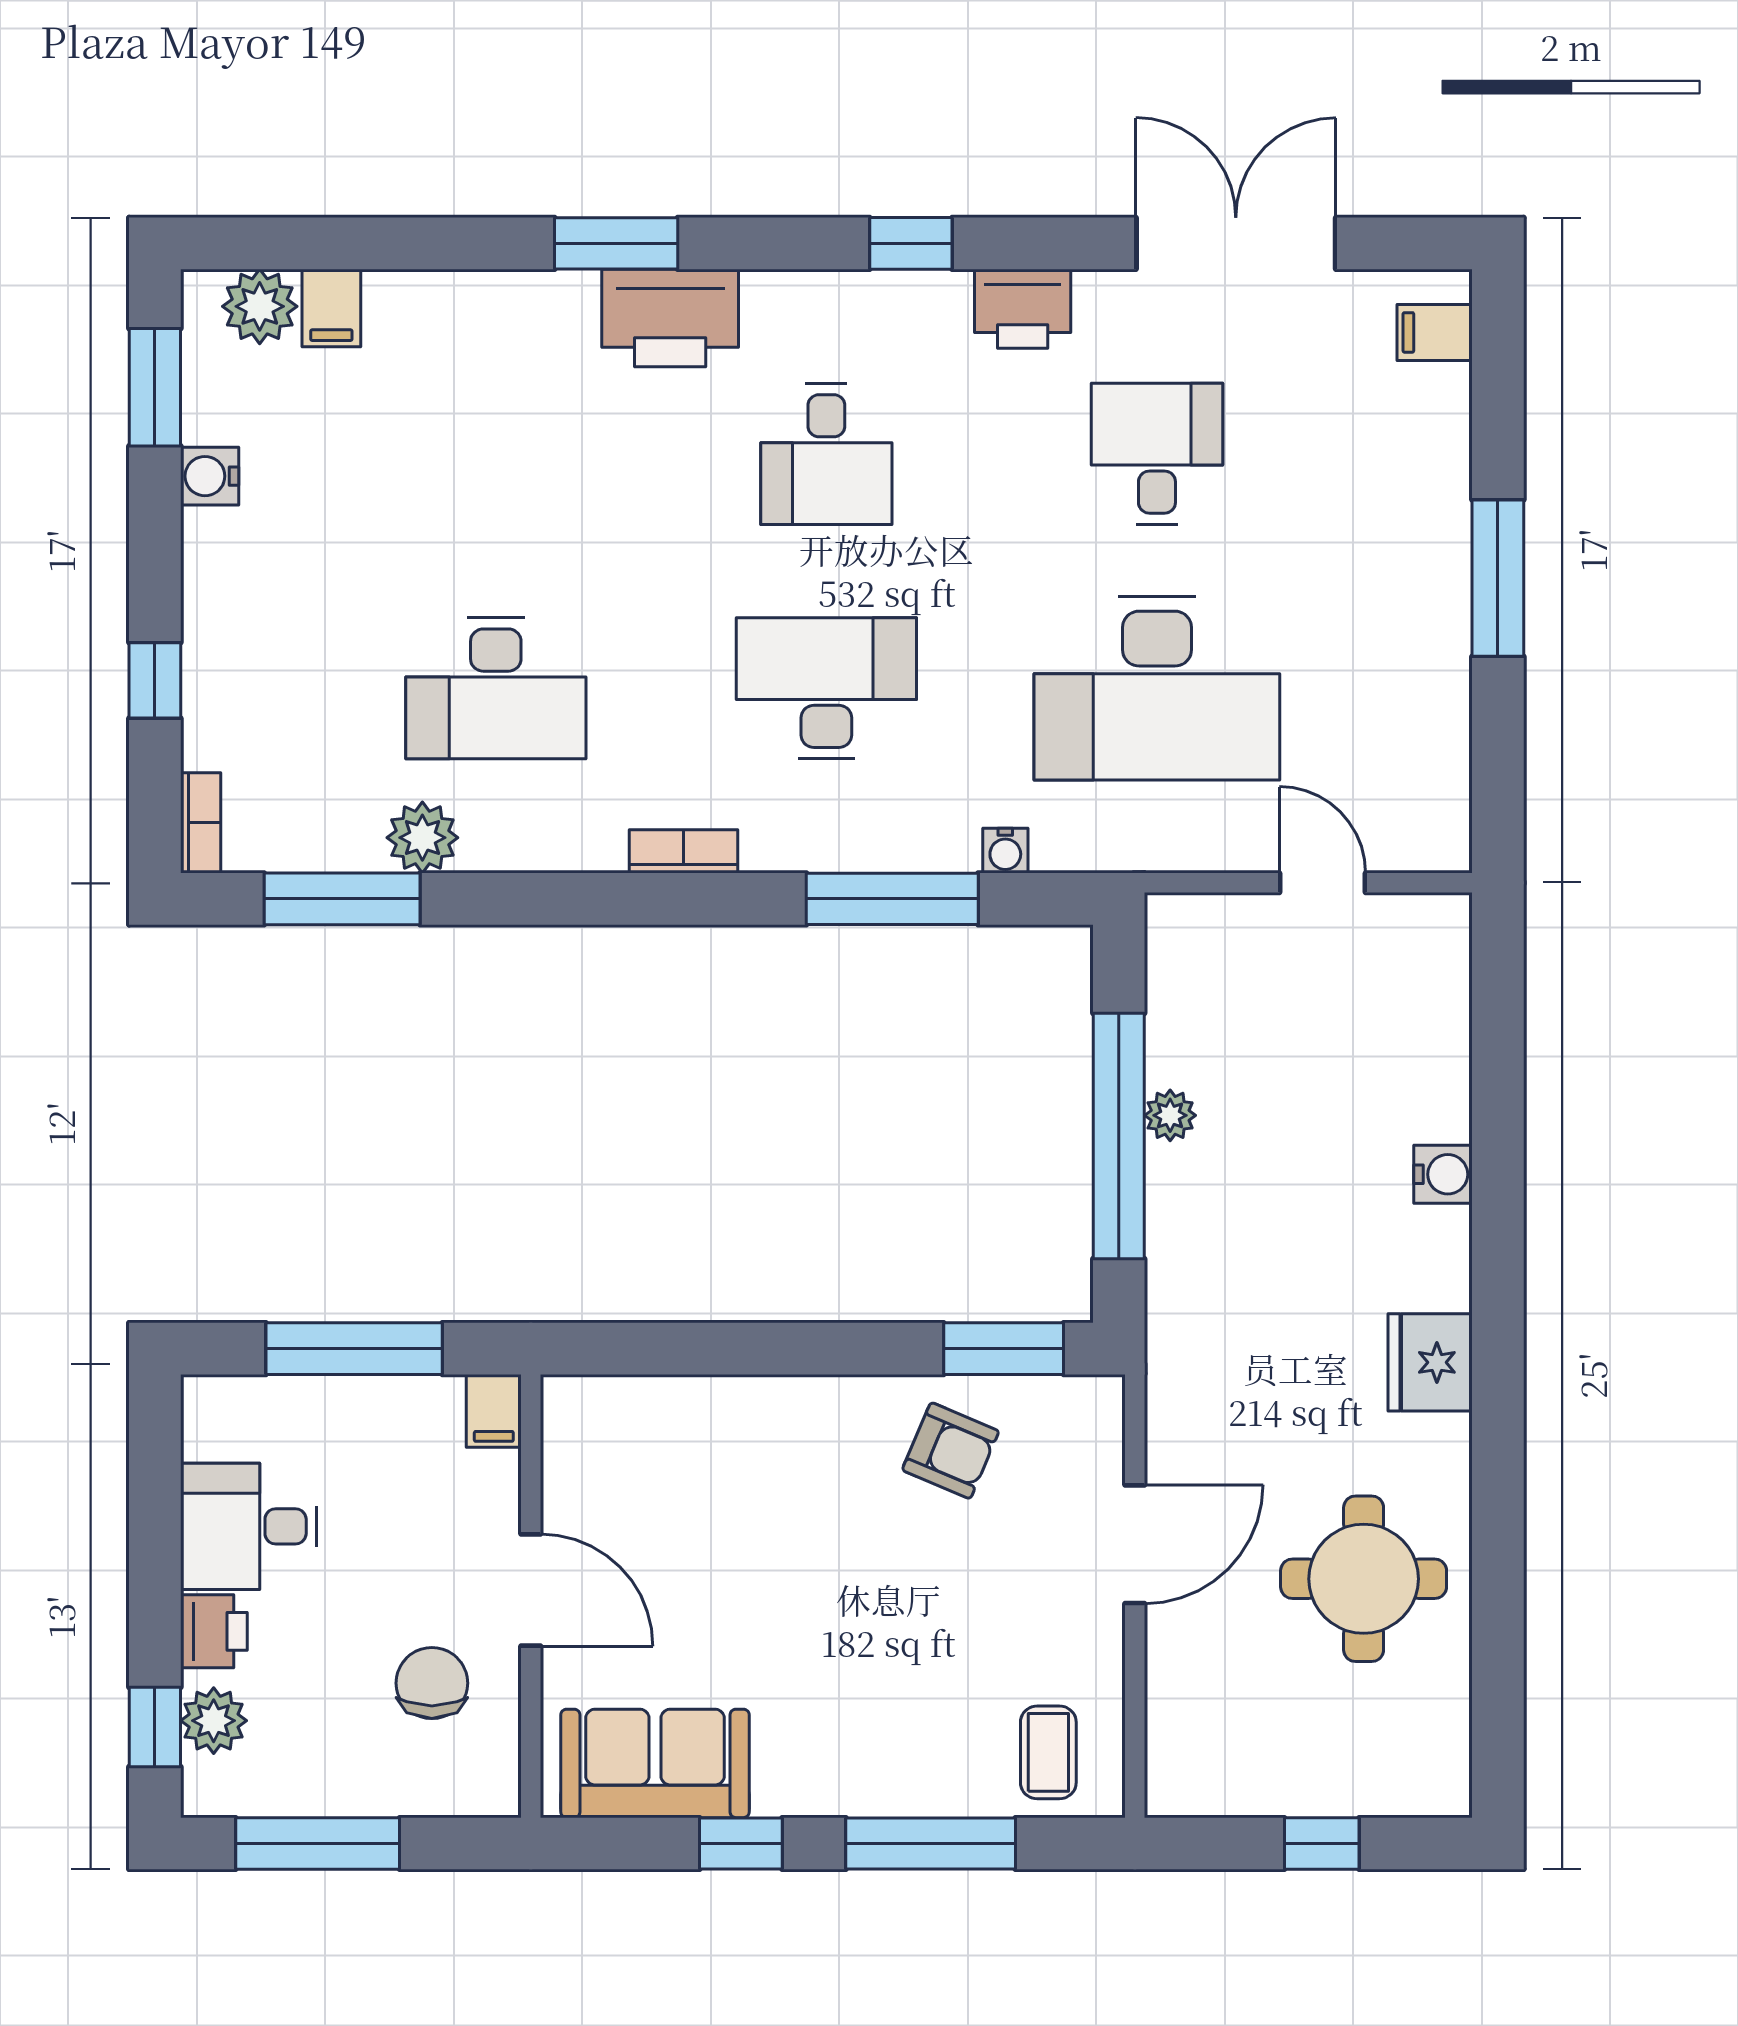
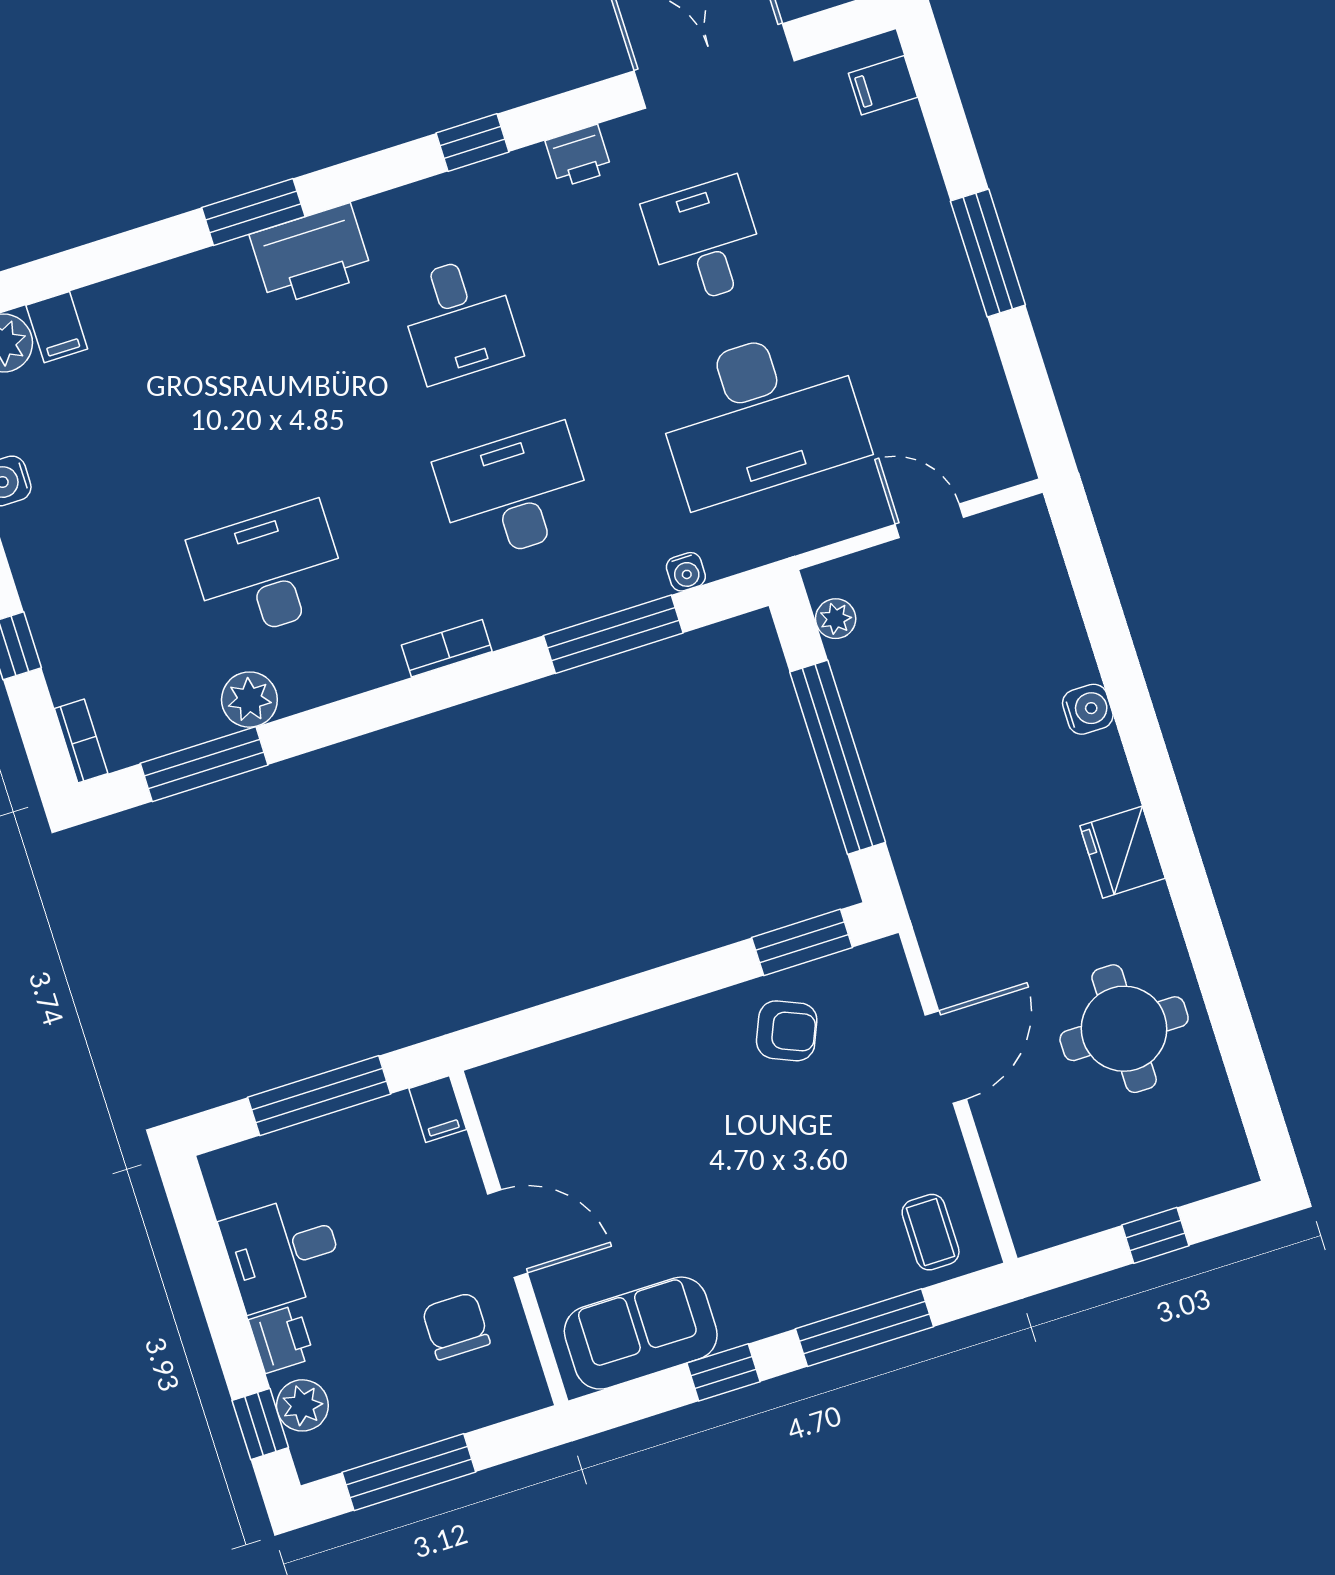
printer: (1023, 309) -> (579, 156), width x0.73, depth x0.81
desk: (496, 688) -> (269, 571), turned 180
plant: (1170, 1115) -> (836, 619), moved

